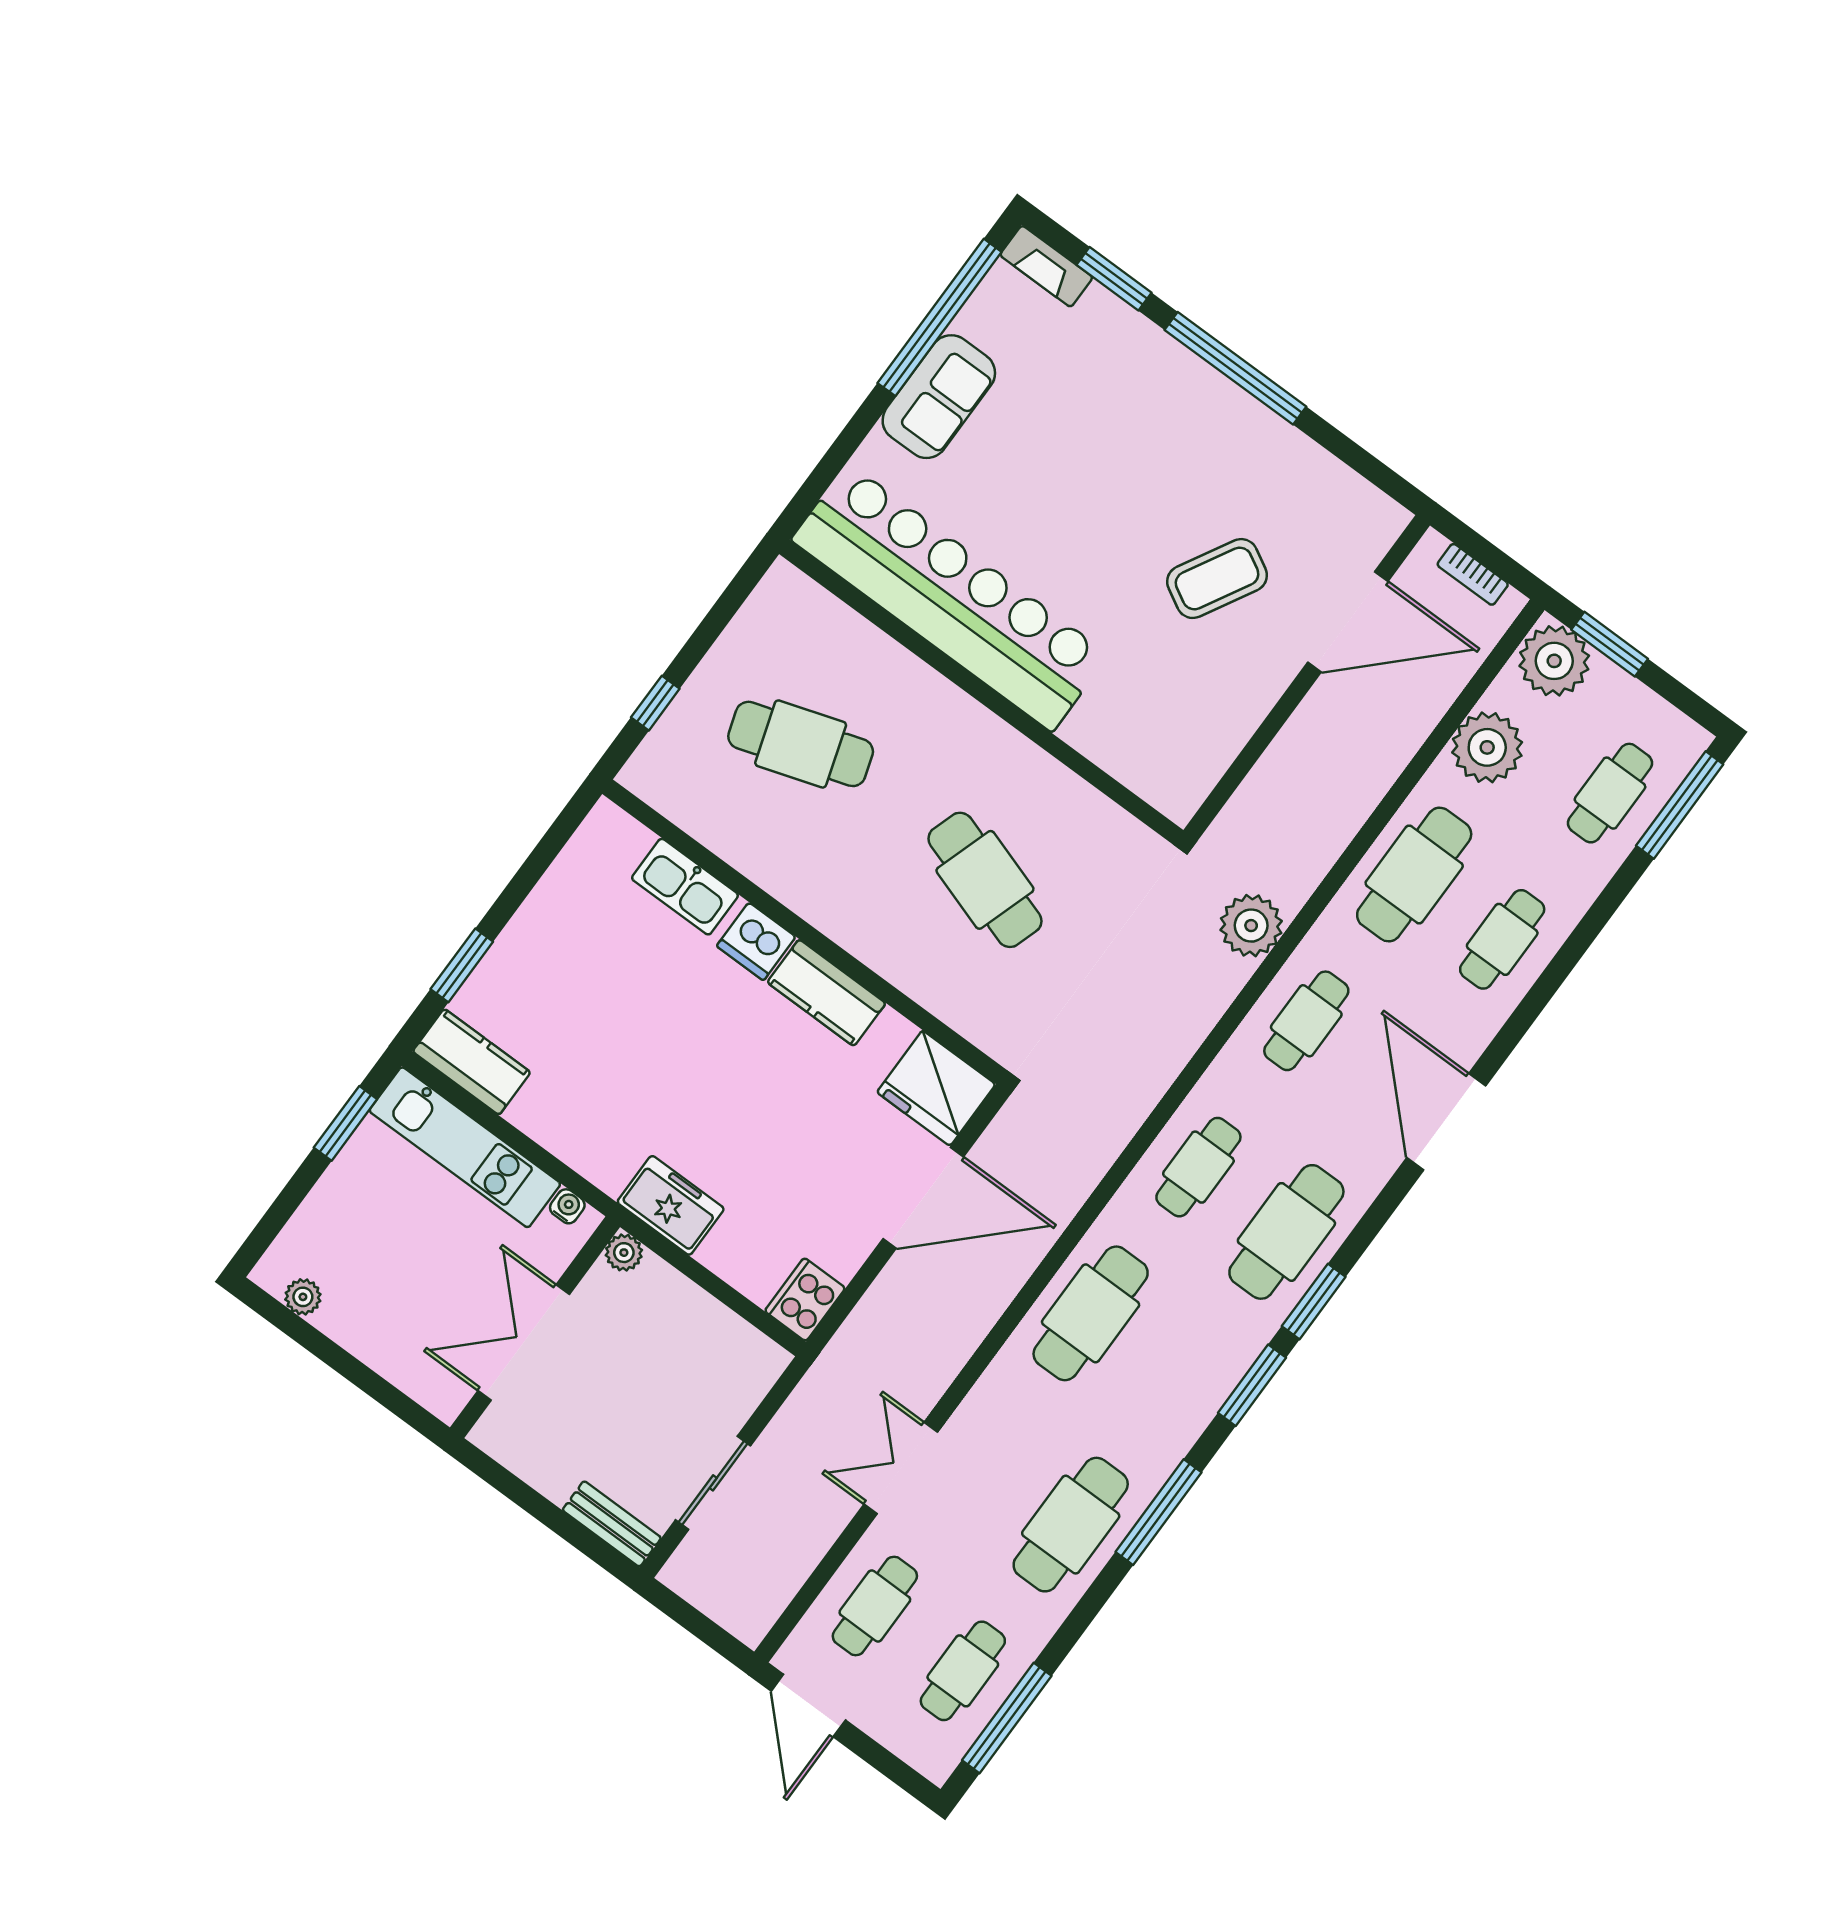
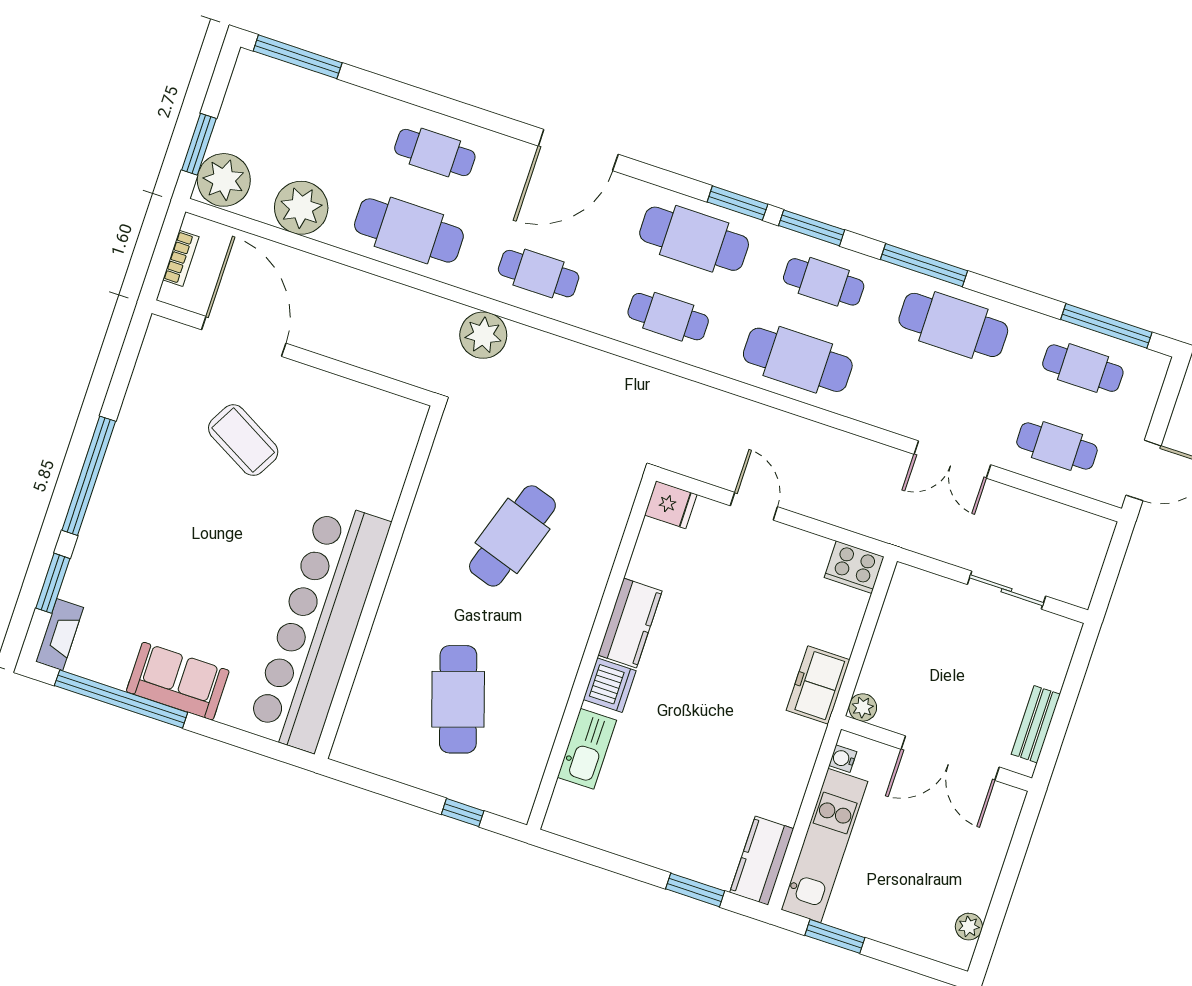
cafe table: (1610, 793) -> (824, 282), moved
fridge: (936, 1088) -> (671, 505), width x0.53, depth x0.75
door: (923, 1198) -> (754, 506), width x0.53
bench: (612, 1524) -> (1036, 724), moved

